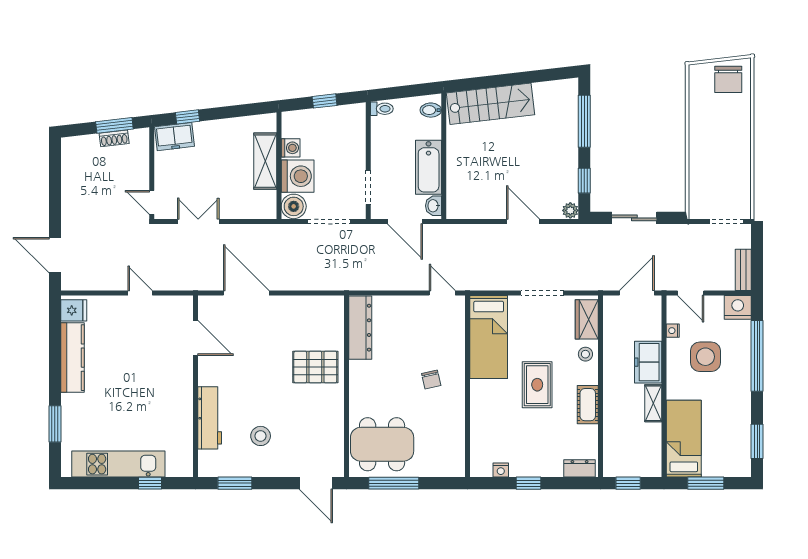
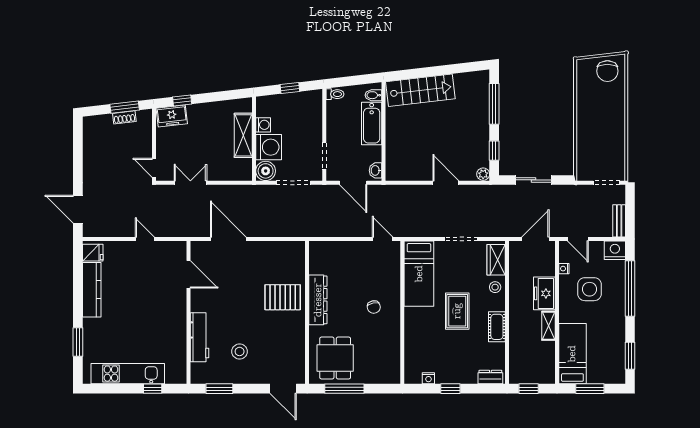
bathtub: (429, 167) -> (372, 123), moved
dresser: (360, 328) -> (318, 300), moved
dining table: (382, 444) -> (335, 358), width x0.73

